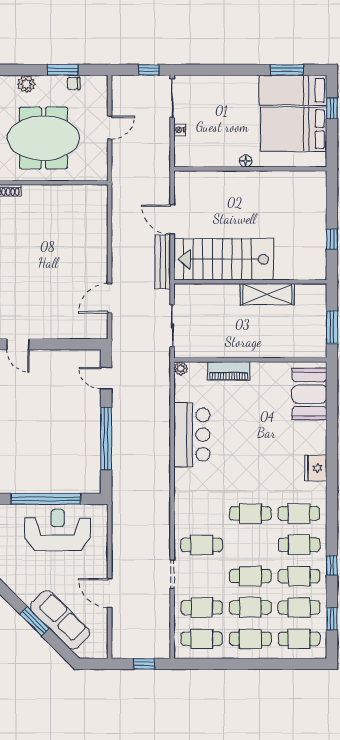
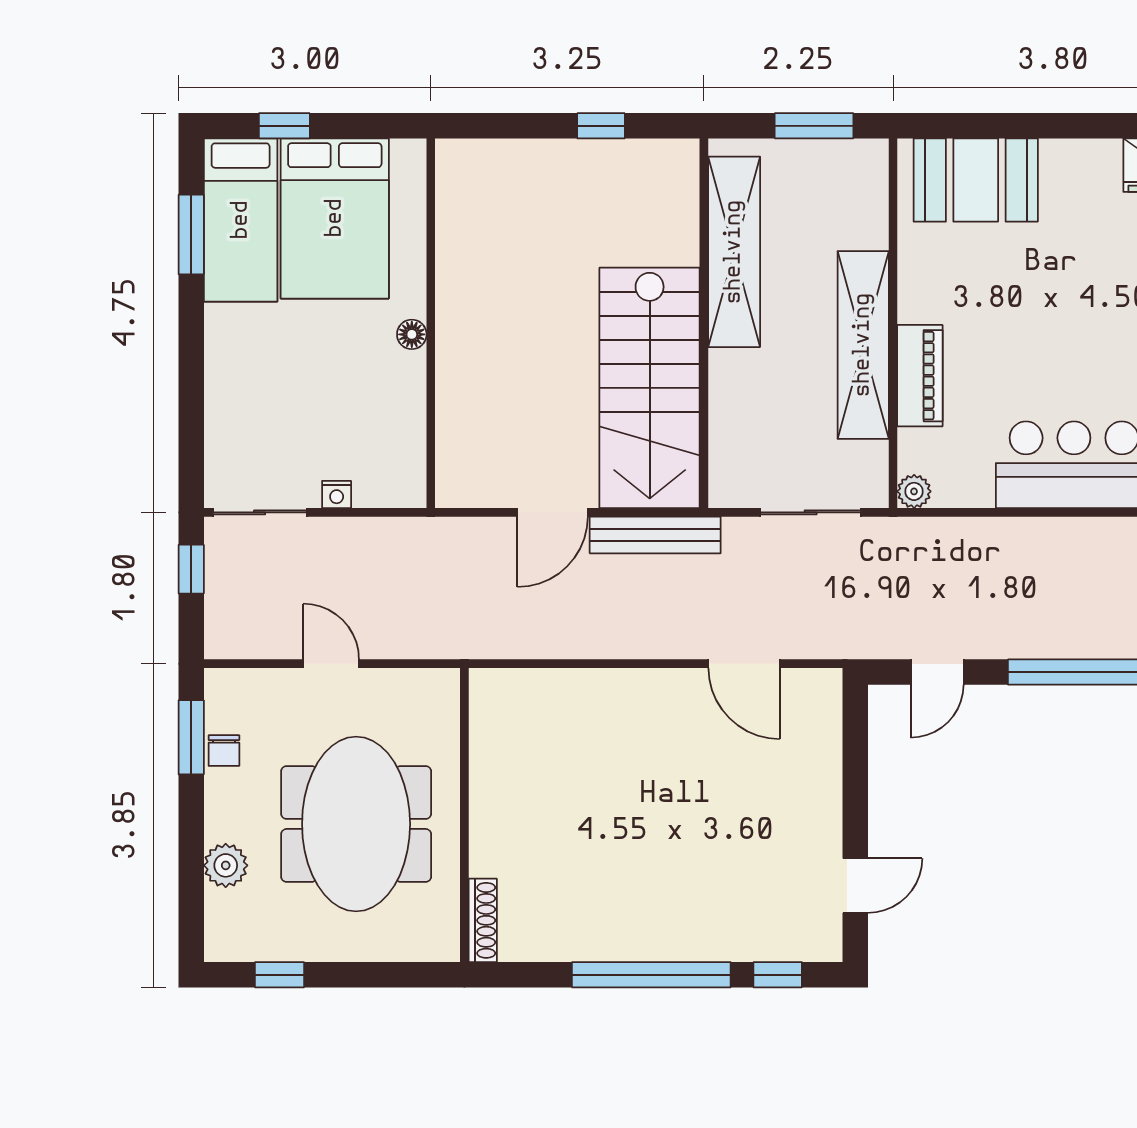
window: (63, 70) -> (191, 737), moved
shelving: (267, 294) -> (734, 252), width x1.47
shelving: (241, 348) -> (863, 345), added

